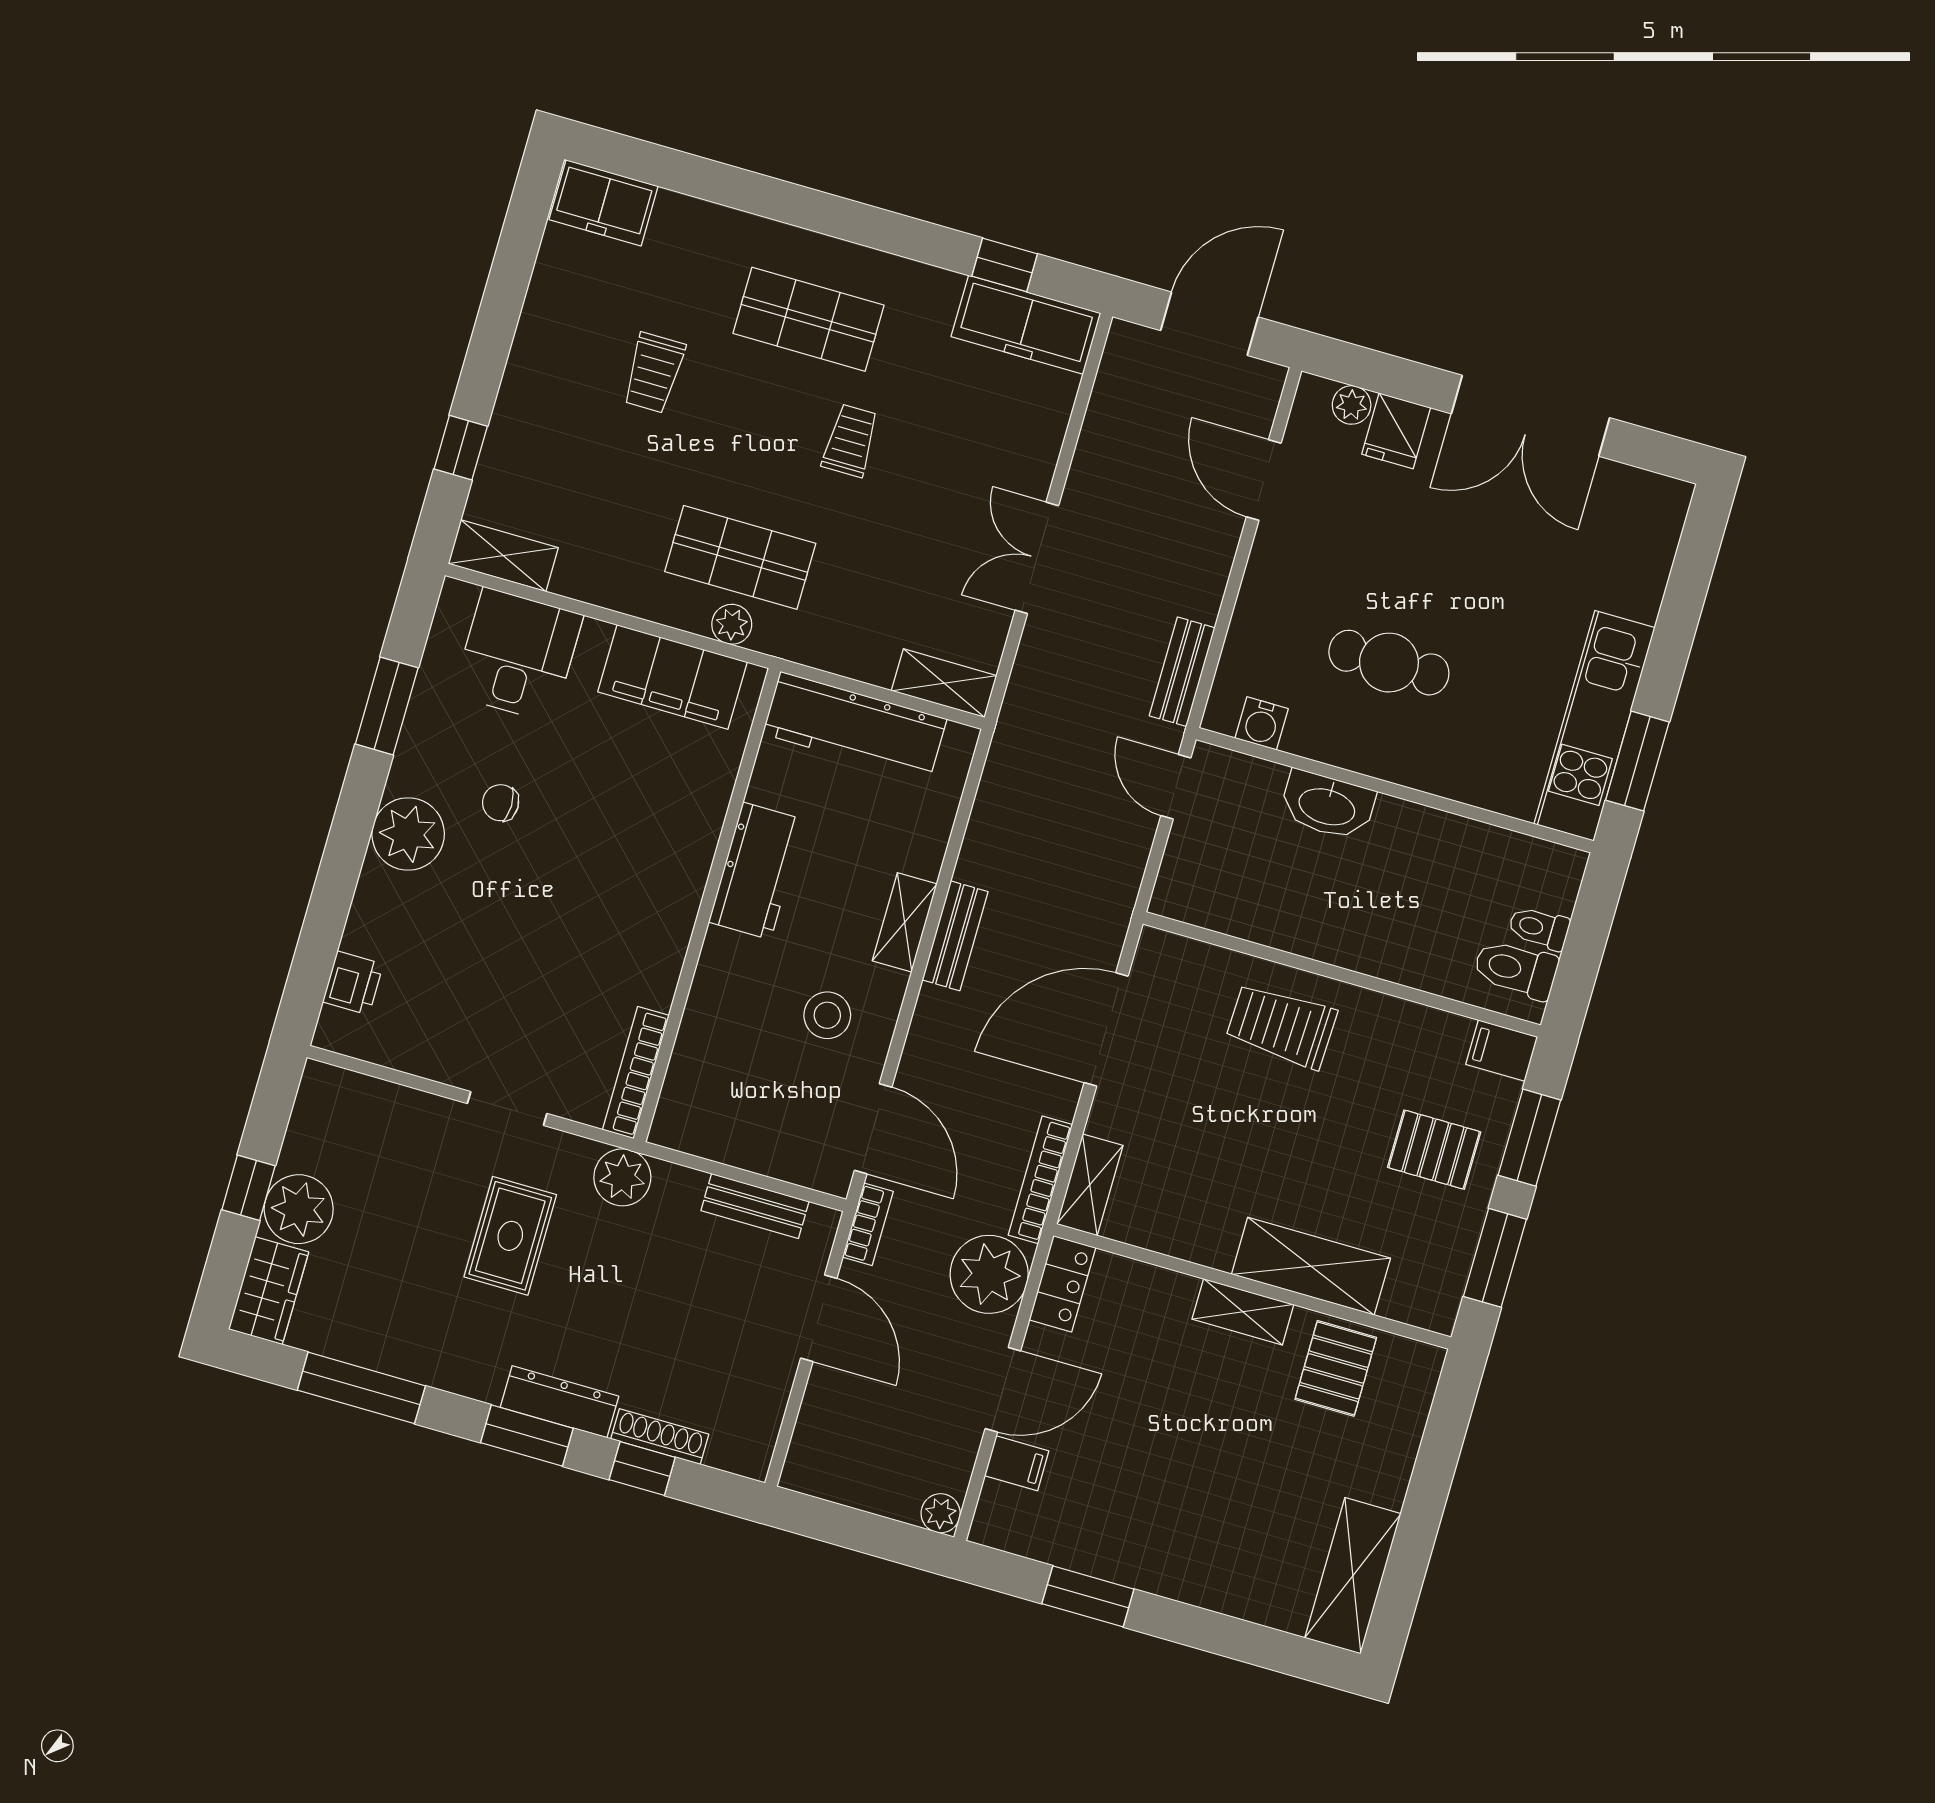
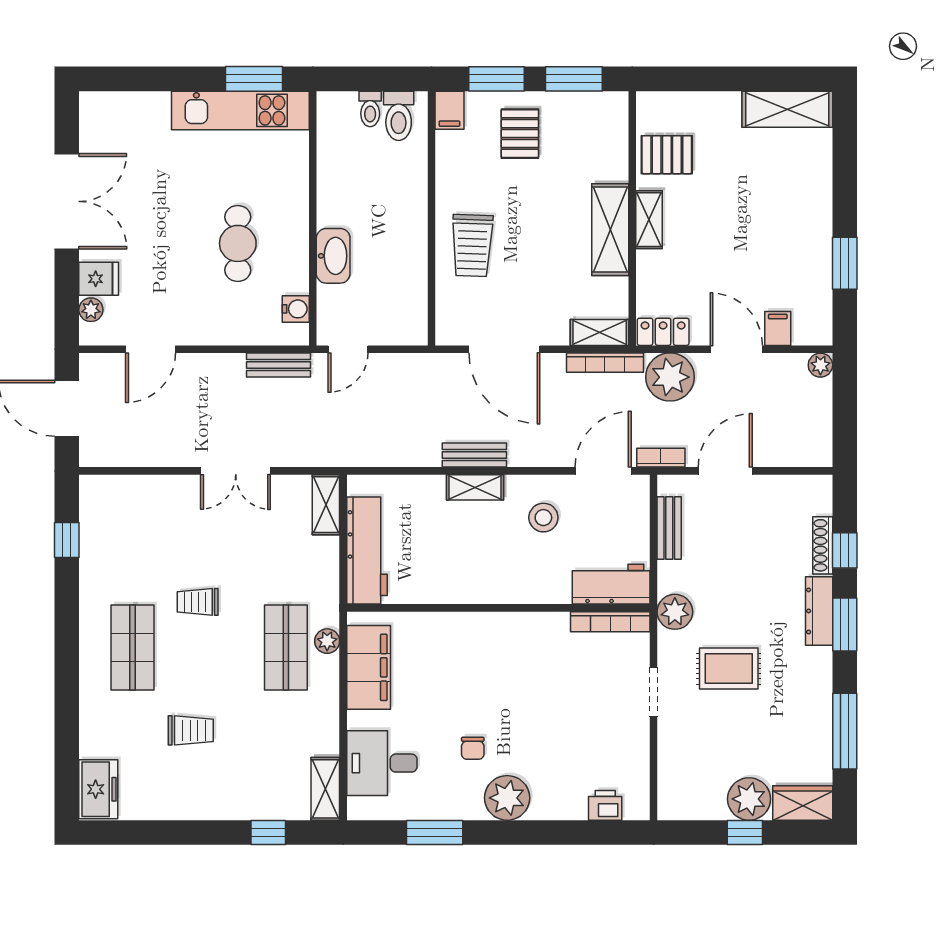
freezer: (1026, 325) -> (99, 517), removed
workbench: (757, 871) -> (611, 584), moved
shelving: (1311, 1266) -> (610, 230), moved

